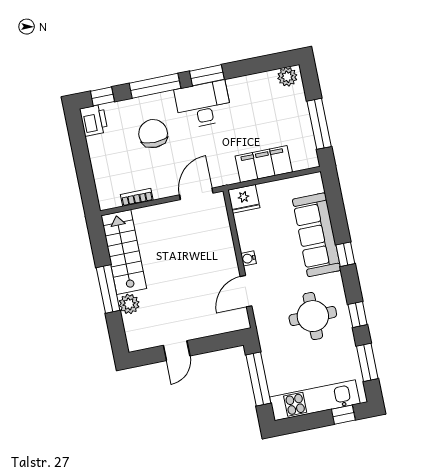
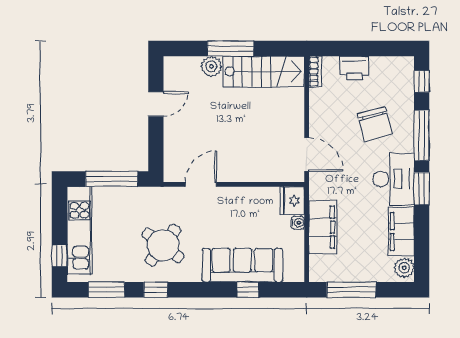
filing cabinet: (253, 87) -> (401, 232), added
printer: (94, 120) -> (354, 68), moved
chair: (153, 134) -> (375, 124), turned 75
bookcase: (137, 197) -> (315, 72), moved
window: (345, 254) -> (248, 290), moved
water cooler: (248, 258) -> (298, 223), moved, turned 90
door: (246, 291) -> (201, 184), hinge flipped
round table: (313, 316) -> (163, 245), turned 37
door: (177, 351) -> (156, 104), swing flipped

